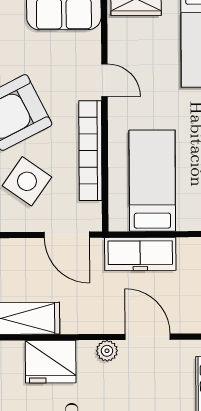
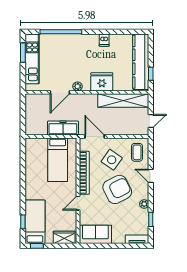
door: (104, 80) -> (78, 203), hinge flipped
door: (148, 337) -> (60, 92), hinge flipped

